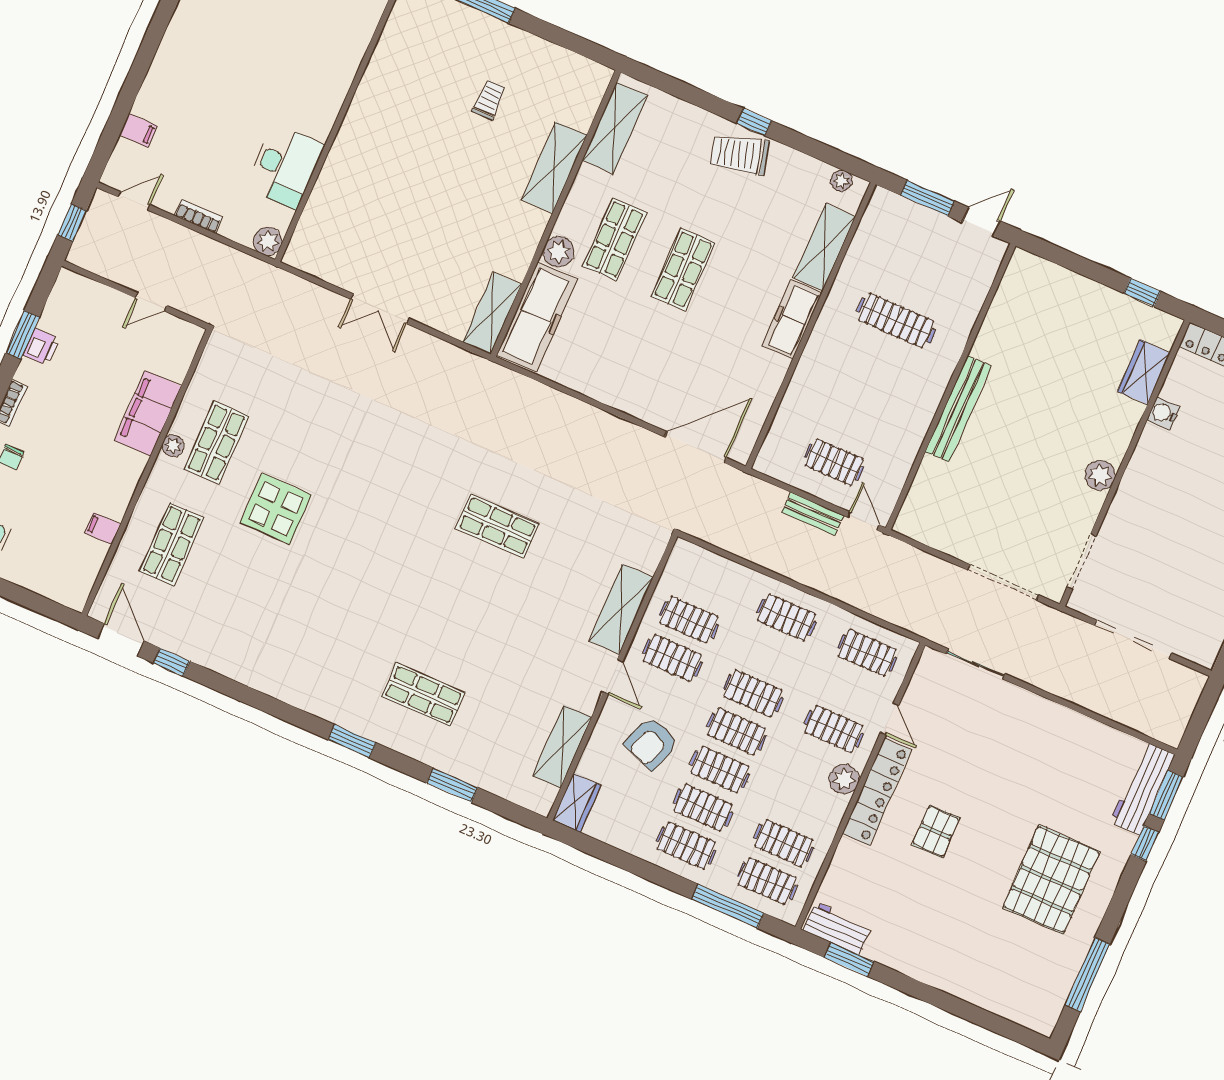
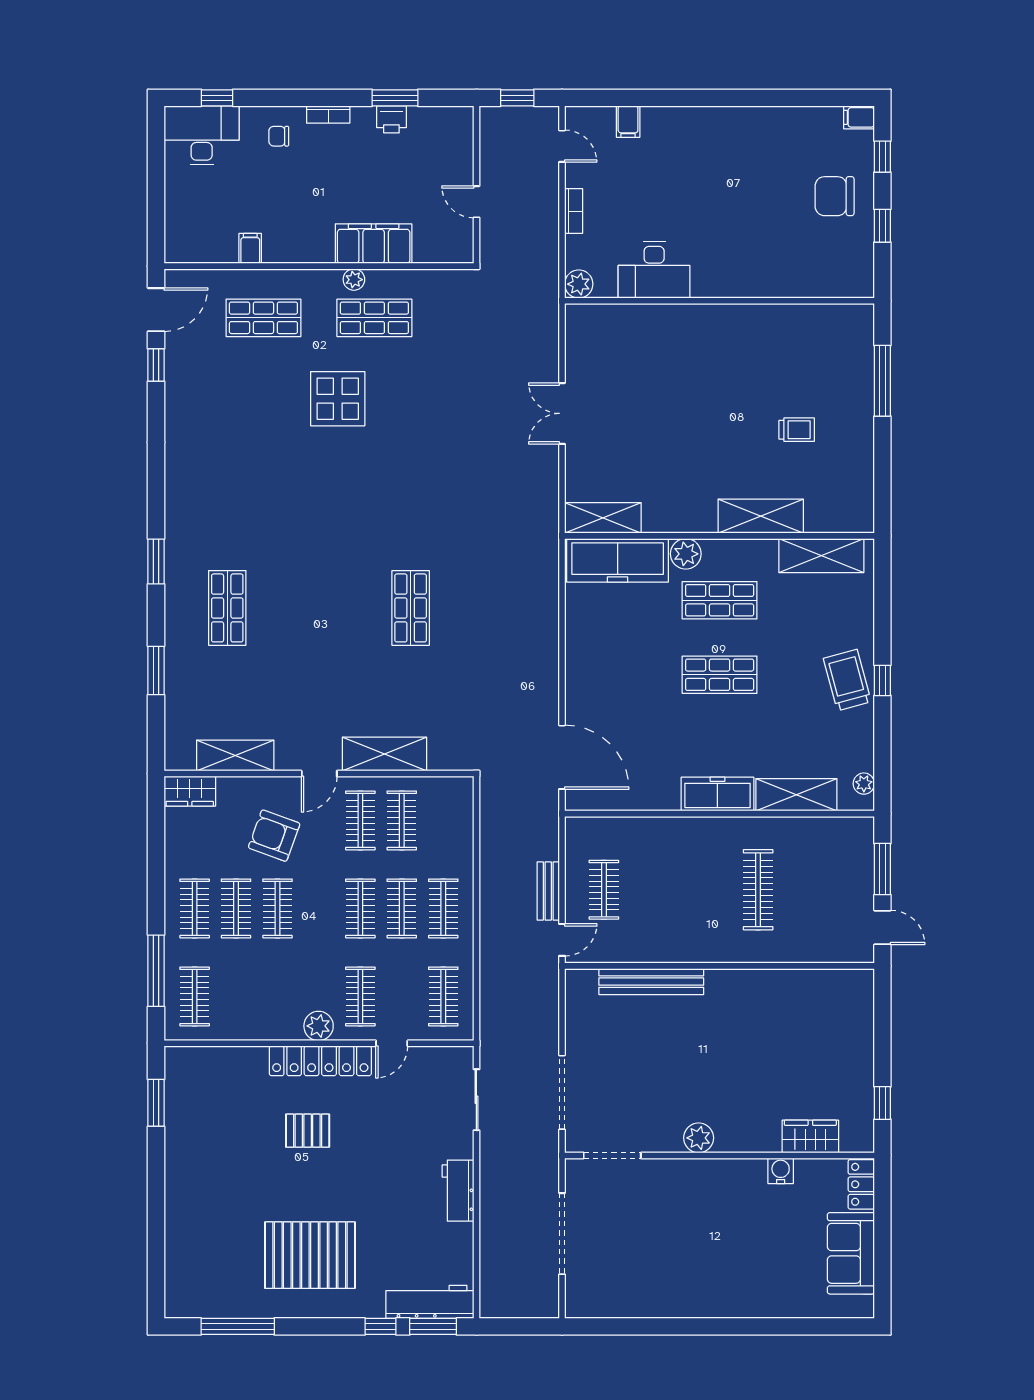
bench: (958, 409) -> (651, 982), moved
clothes rail: (736, 731) -> (402, 908), moved
clothes rail: (784, 843) -> (236, 996), removed
workbench: (837, 928) -> (458, 1191), moved, turned 180

